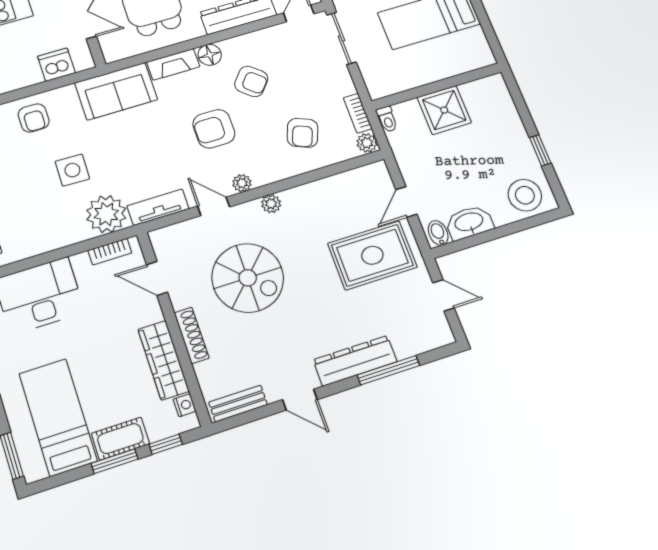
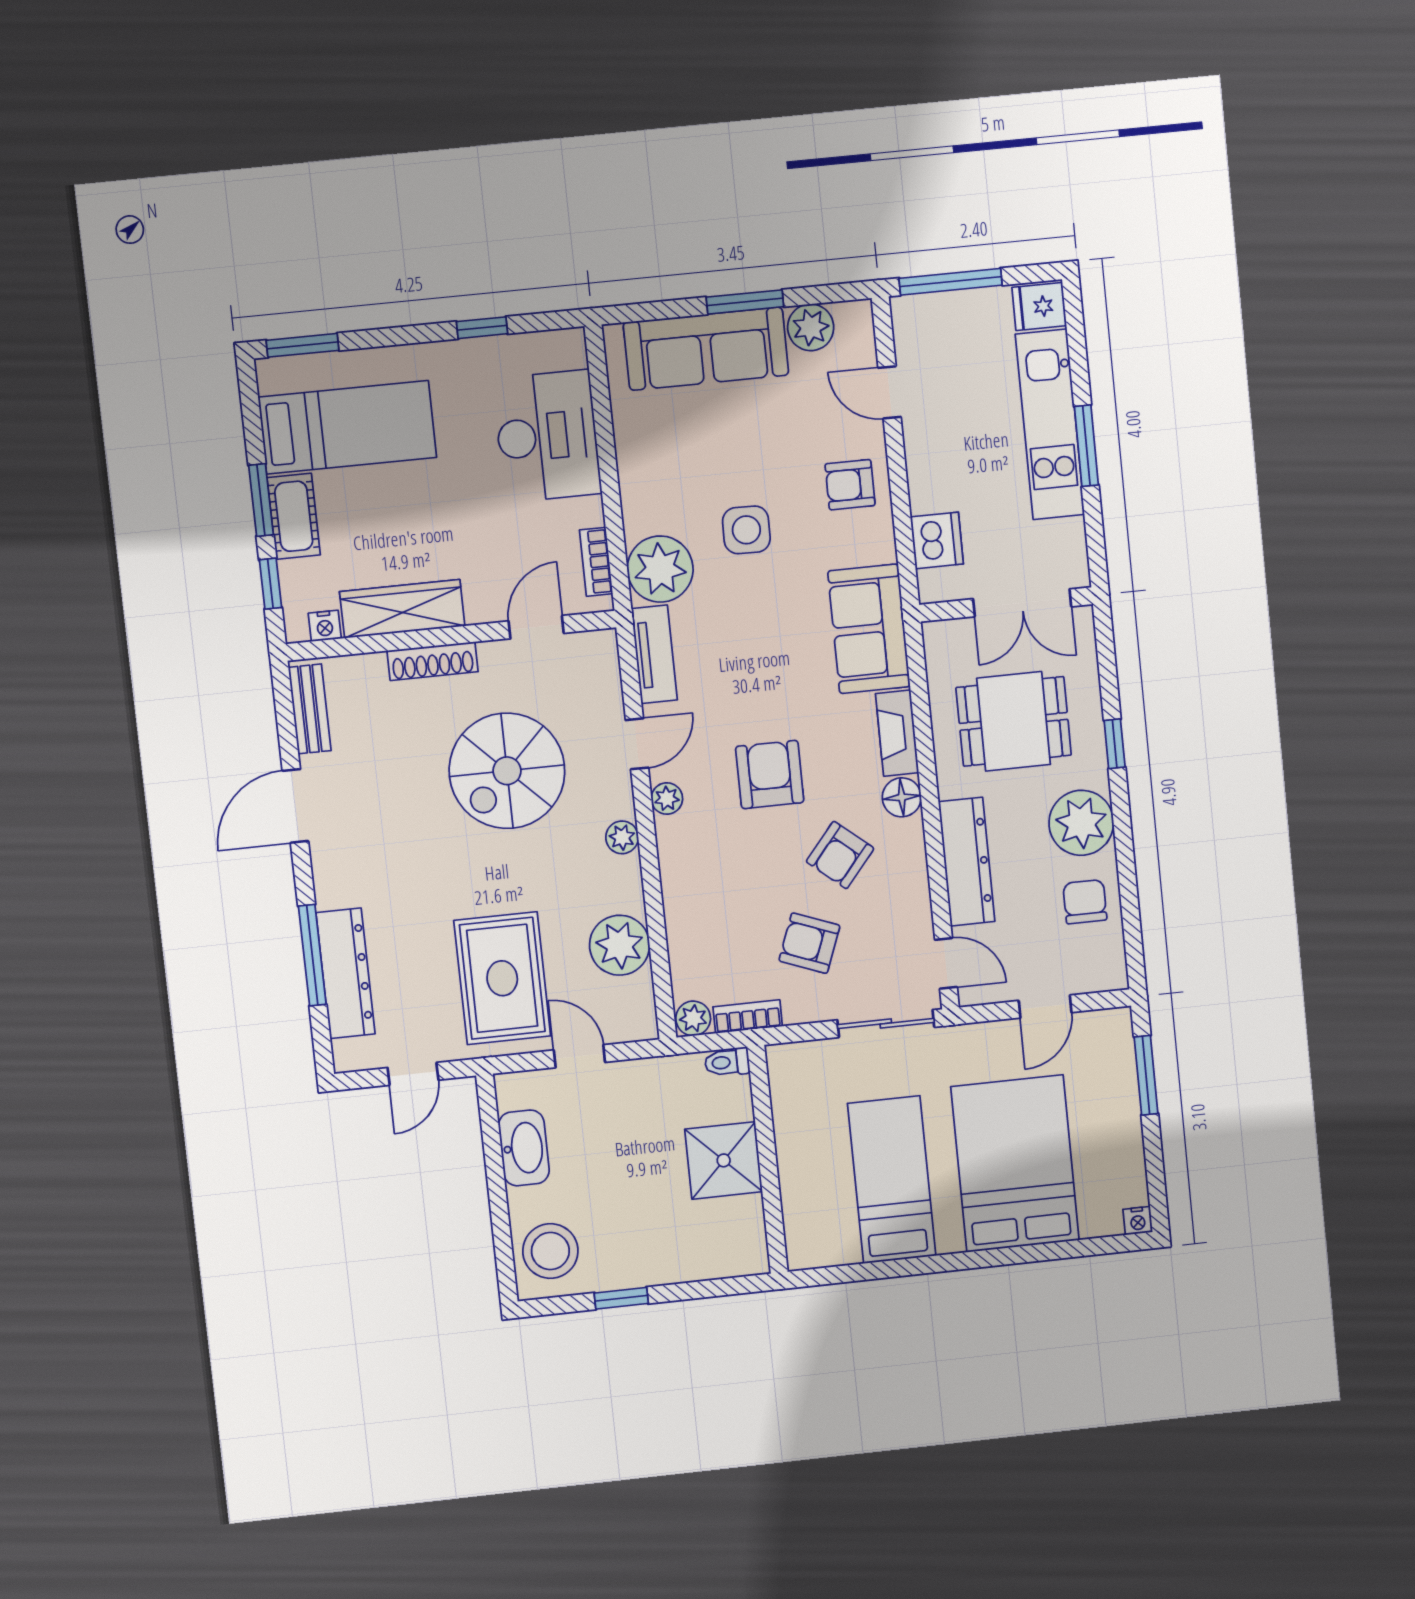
armchair: (303, 133) -> (809, 943), moved
plant: (335, 192) -> (620, 945), added
bidet: (438, 233) -> (517, 1093), removed
dresser: (355, 361) -> (346, 973), moved
door: (300, 400) -> (295, 806), width x1.38

